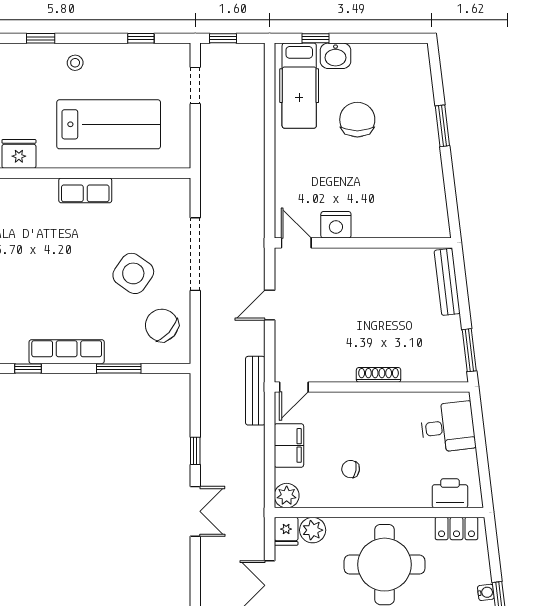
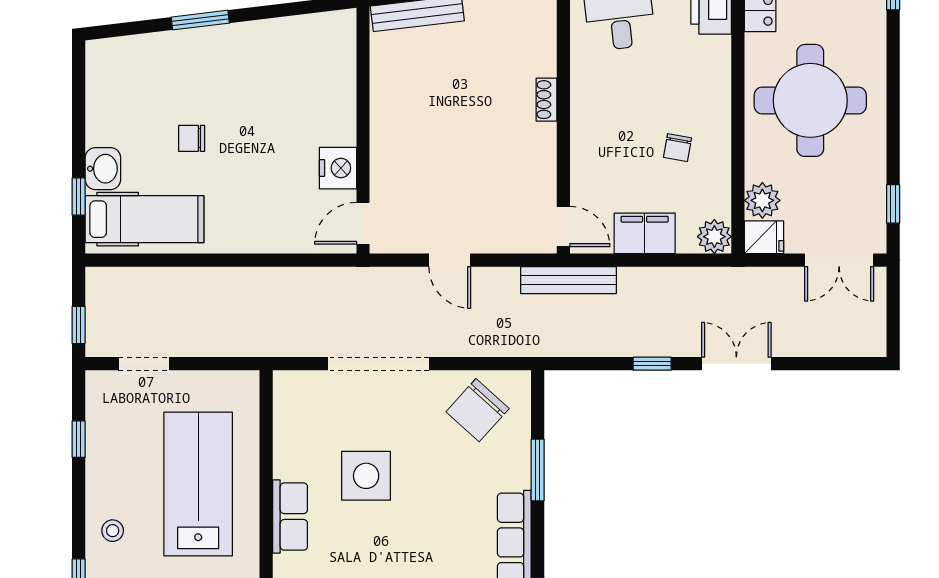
chair: (357, 120) -> (192, 138), width x0.54, depth x0.54
side table: (133, 273) -> (366, 476), moved, turned -35
shoe rack: (379, 375) -> (547, 100), width x0.70

